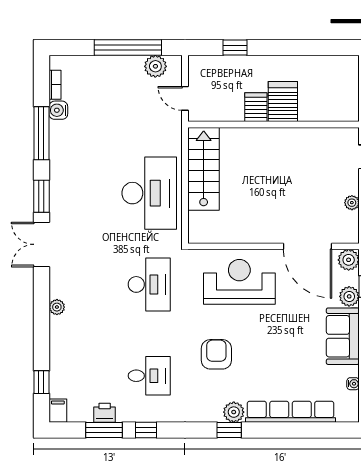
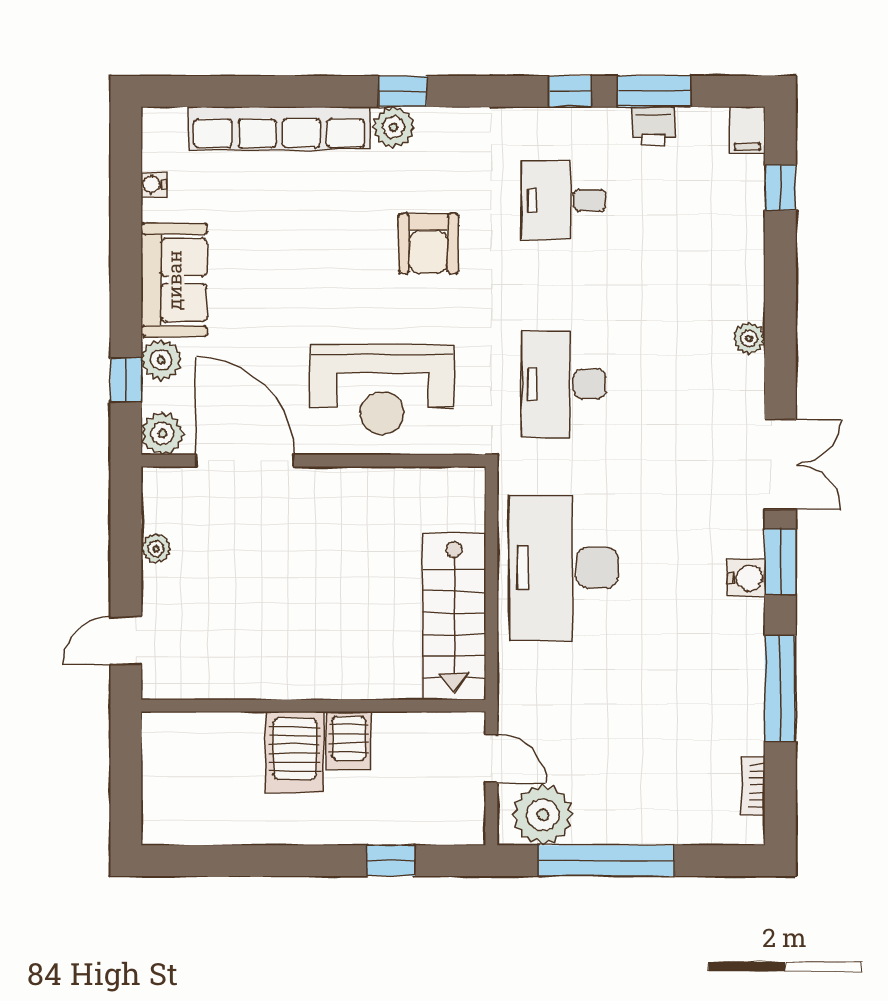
plant: (155, 66) -> (543, 815), width x1.36, depth x1.36
water cooler: (58, 110) -> (746, 578), moved

